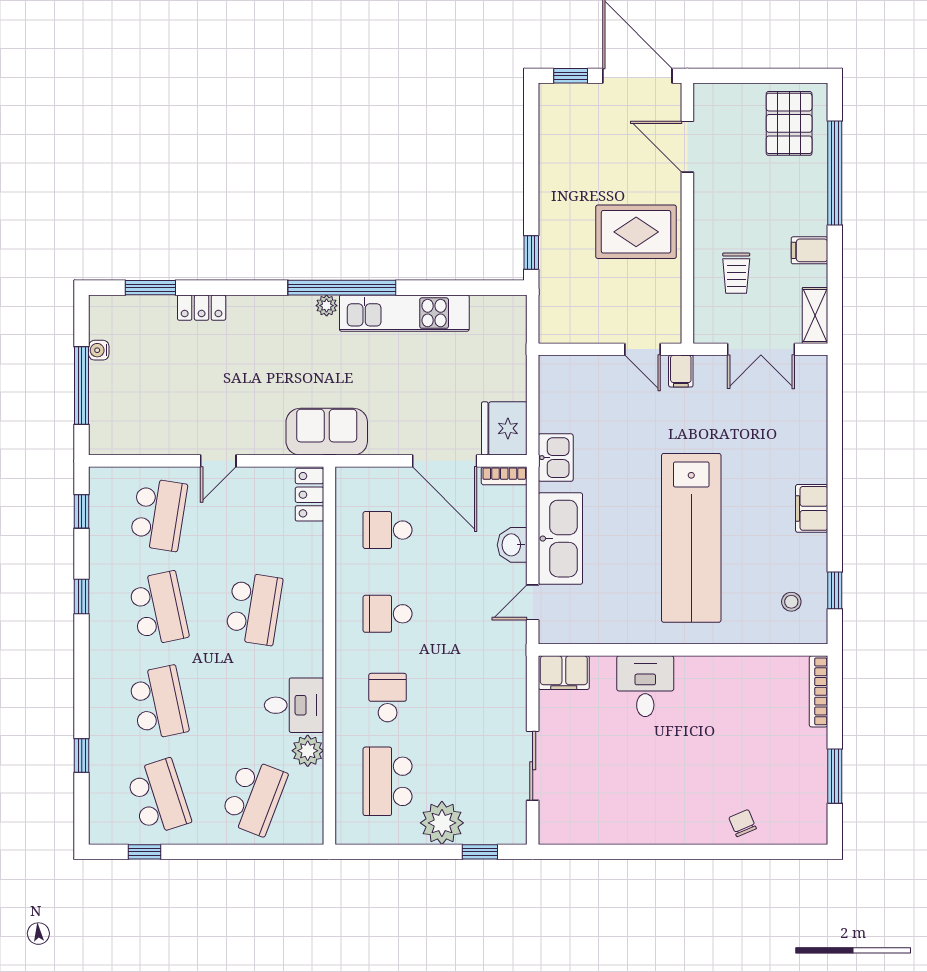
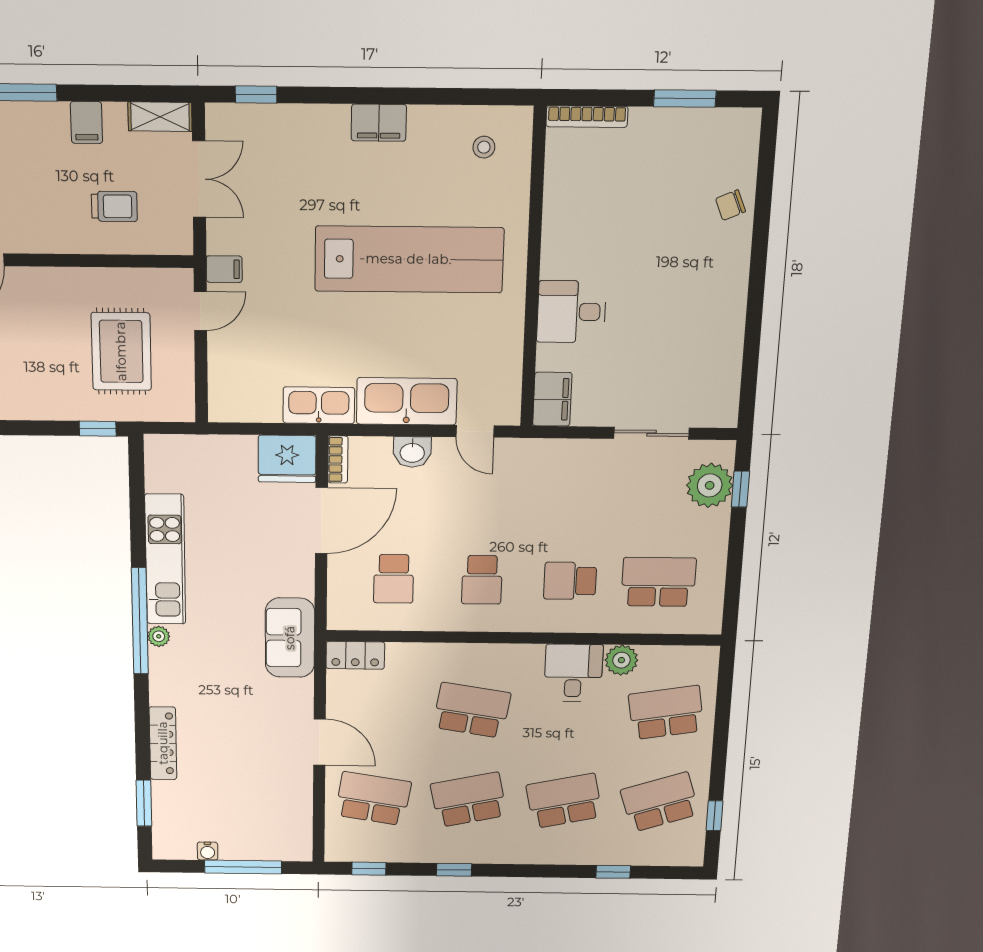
rug: (636, 232) -> (121, 351), moved
locker: (202, 308) -> (163, 743), width x1.53
kitchen sink: (556, 458) -> (319, 405), width x1.38
door: (218, 461) -> (319, 742), width x1.38
window: (835, 590) -> (256, 95), moved
school desk: (388, 781) -> (659, 582), turned 180
school desk: (254, 797) -> (666, 713), turned -30
plant: (442, 823) -> (710, 485), moved

